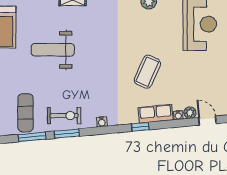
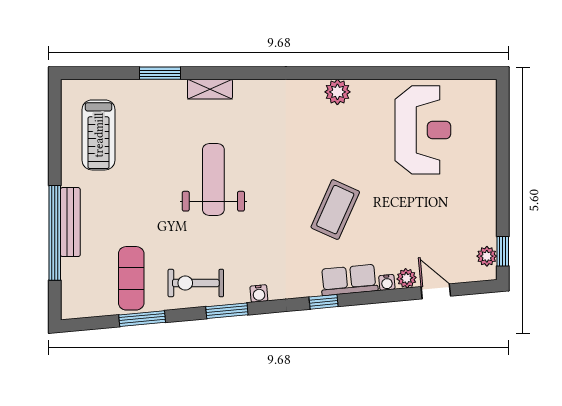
weight bench: (53, 50) -> (213, 180), moved, turned 90
exercise bike: (64, 116) -> (196, 283), turned 180
window: (67, 134) -> (227, 311), moved

